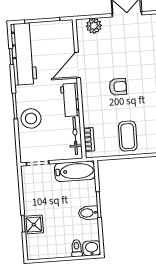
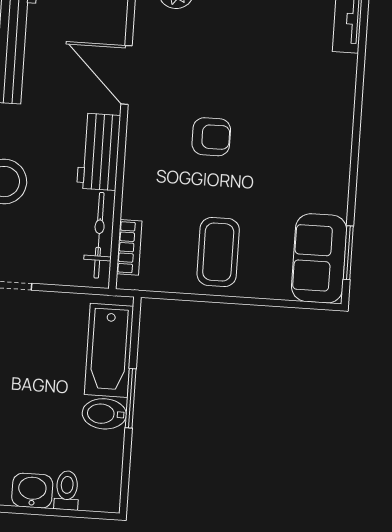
door: (77, 65) -> (127, 75), hinge flipped
bathtub: (75, 171) -> (109, 350), moved, turned 90
washbasin: (92, 248) -> (32, 491), moved

